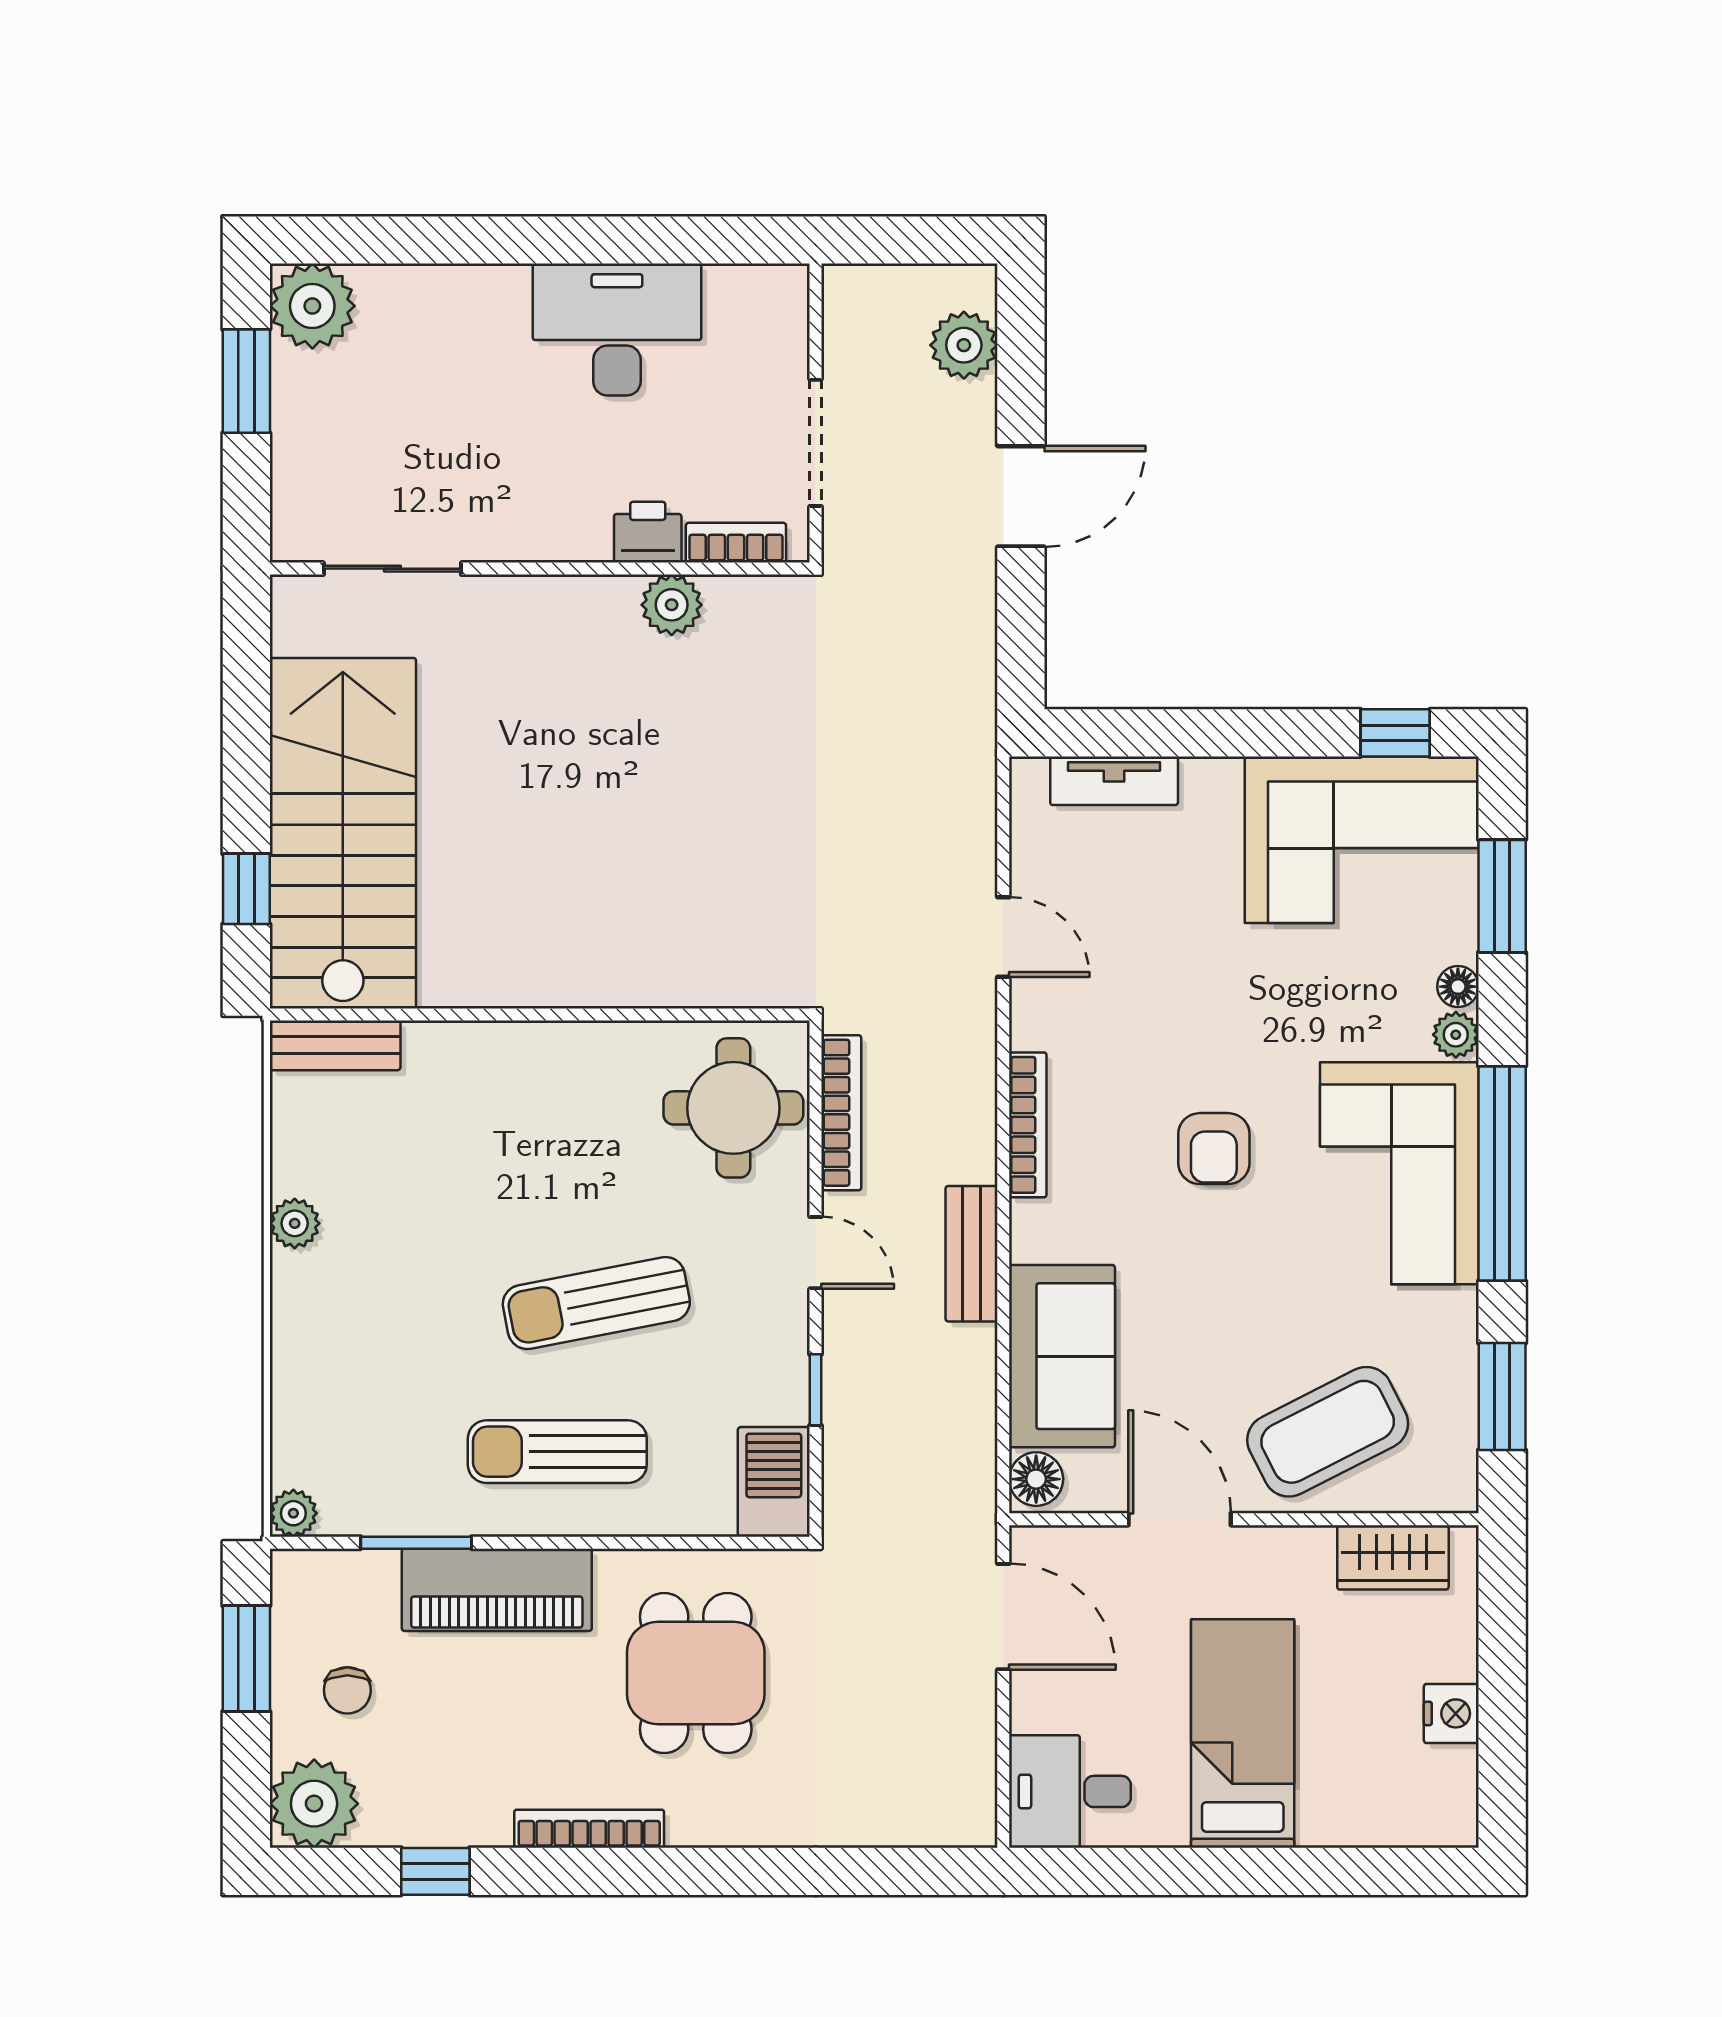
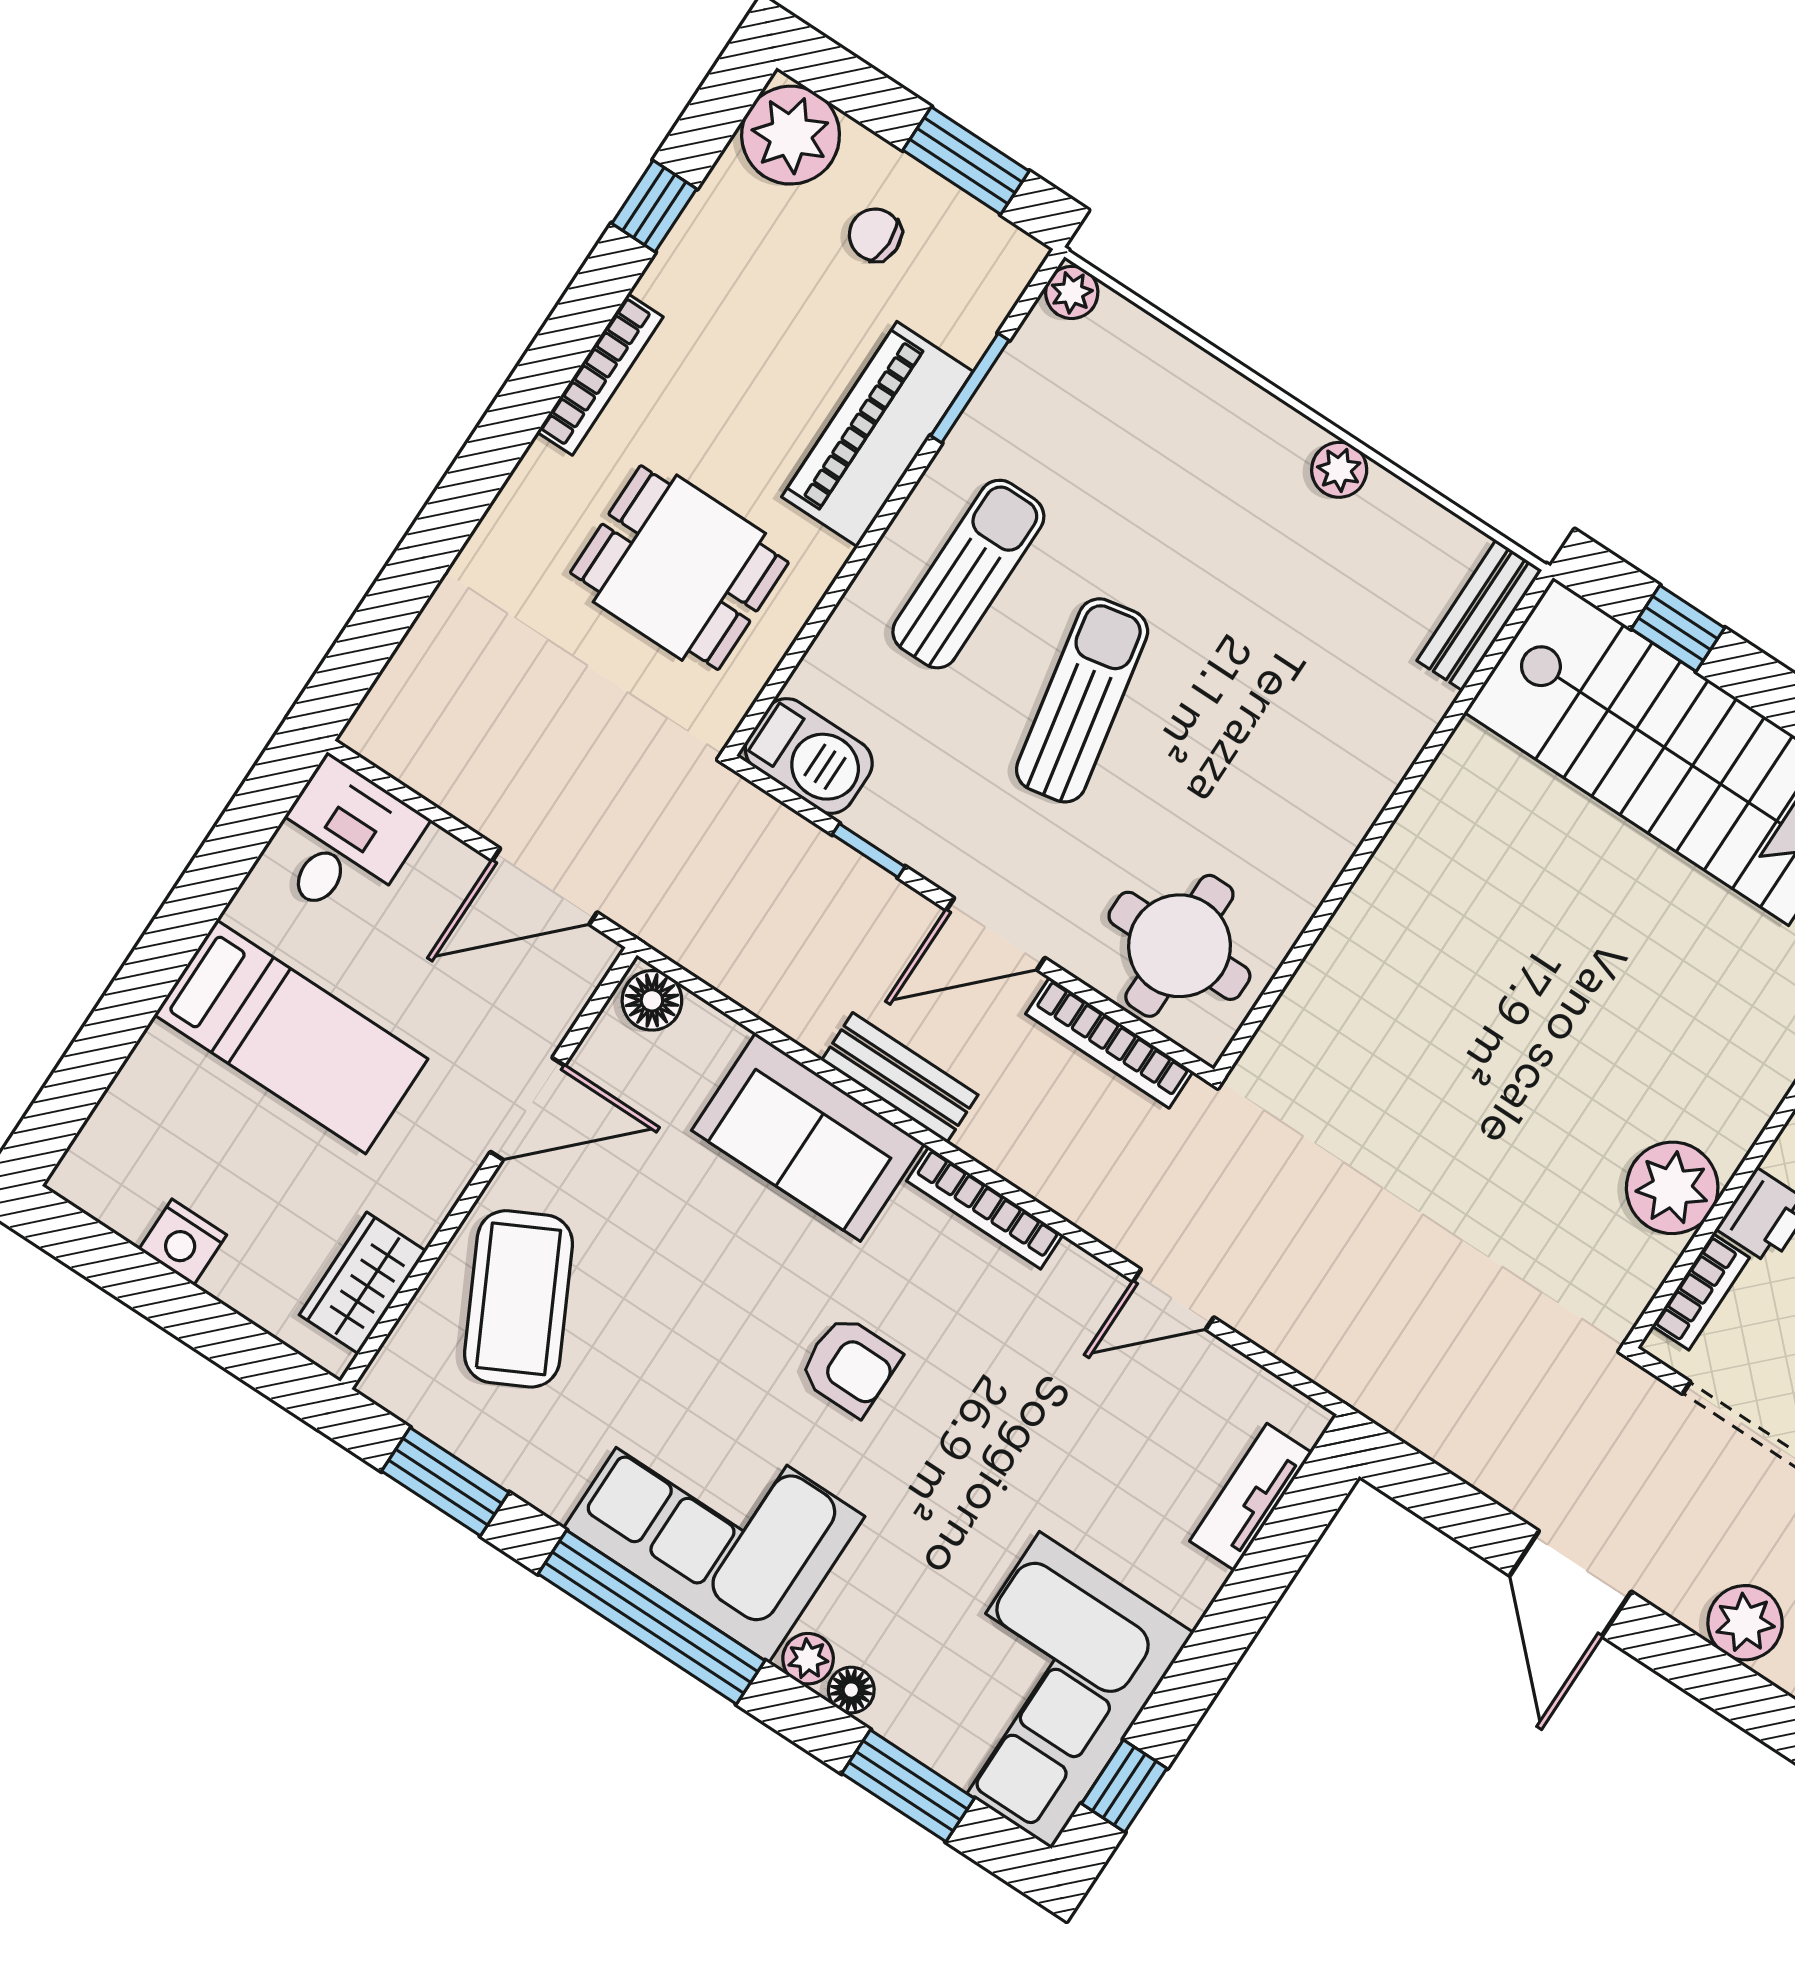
plant: (672, 605) -> (1672, 1188), width x1.36, depth x1.36
armchair: (1214, 1149) -> (850, 1366), turned 180
door: (816, 1253) -> (996, 934), width x1.38
sofa: (1062, 1356) -> (808, 1137), moved

